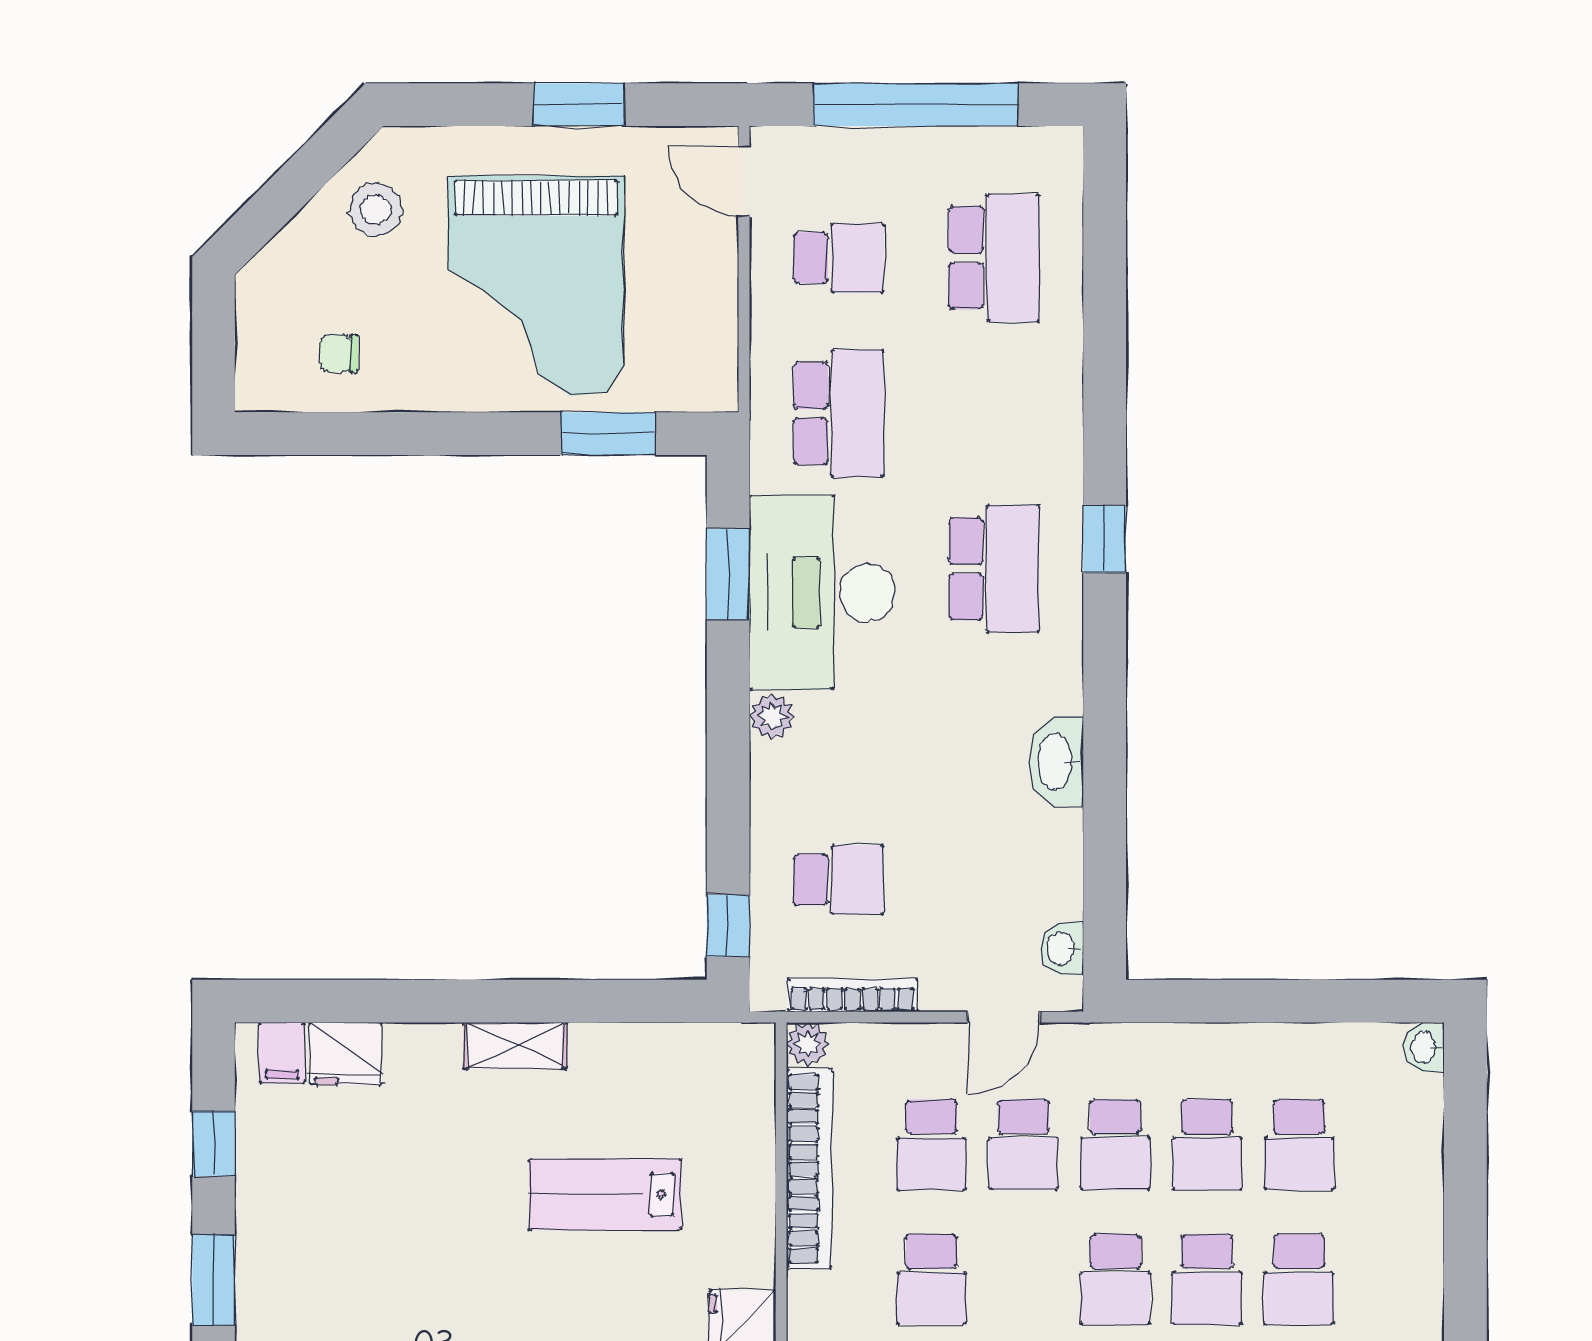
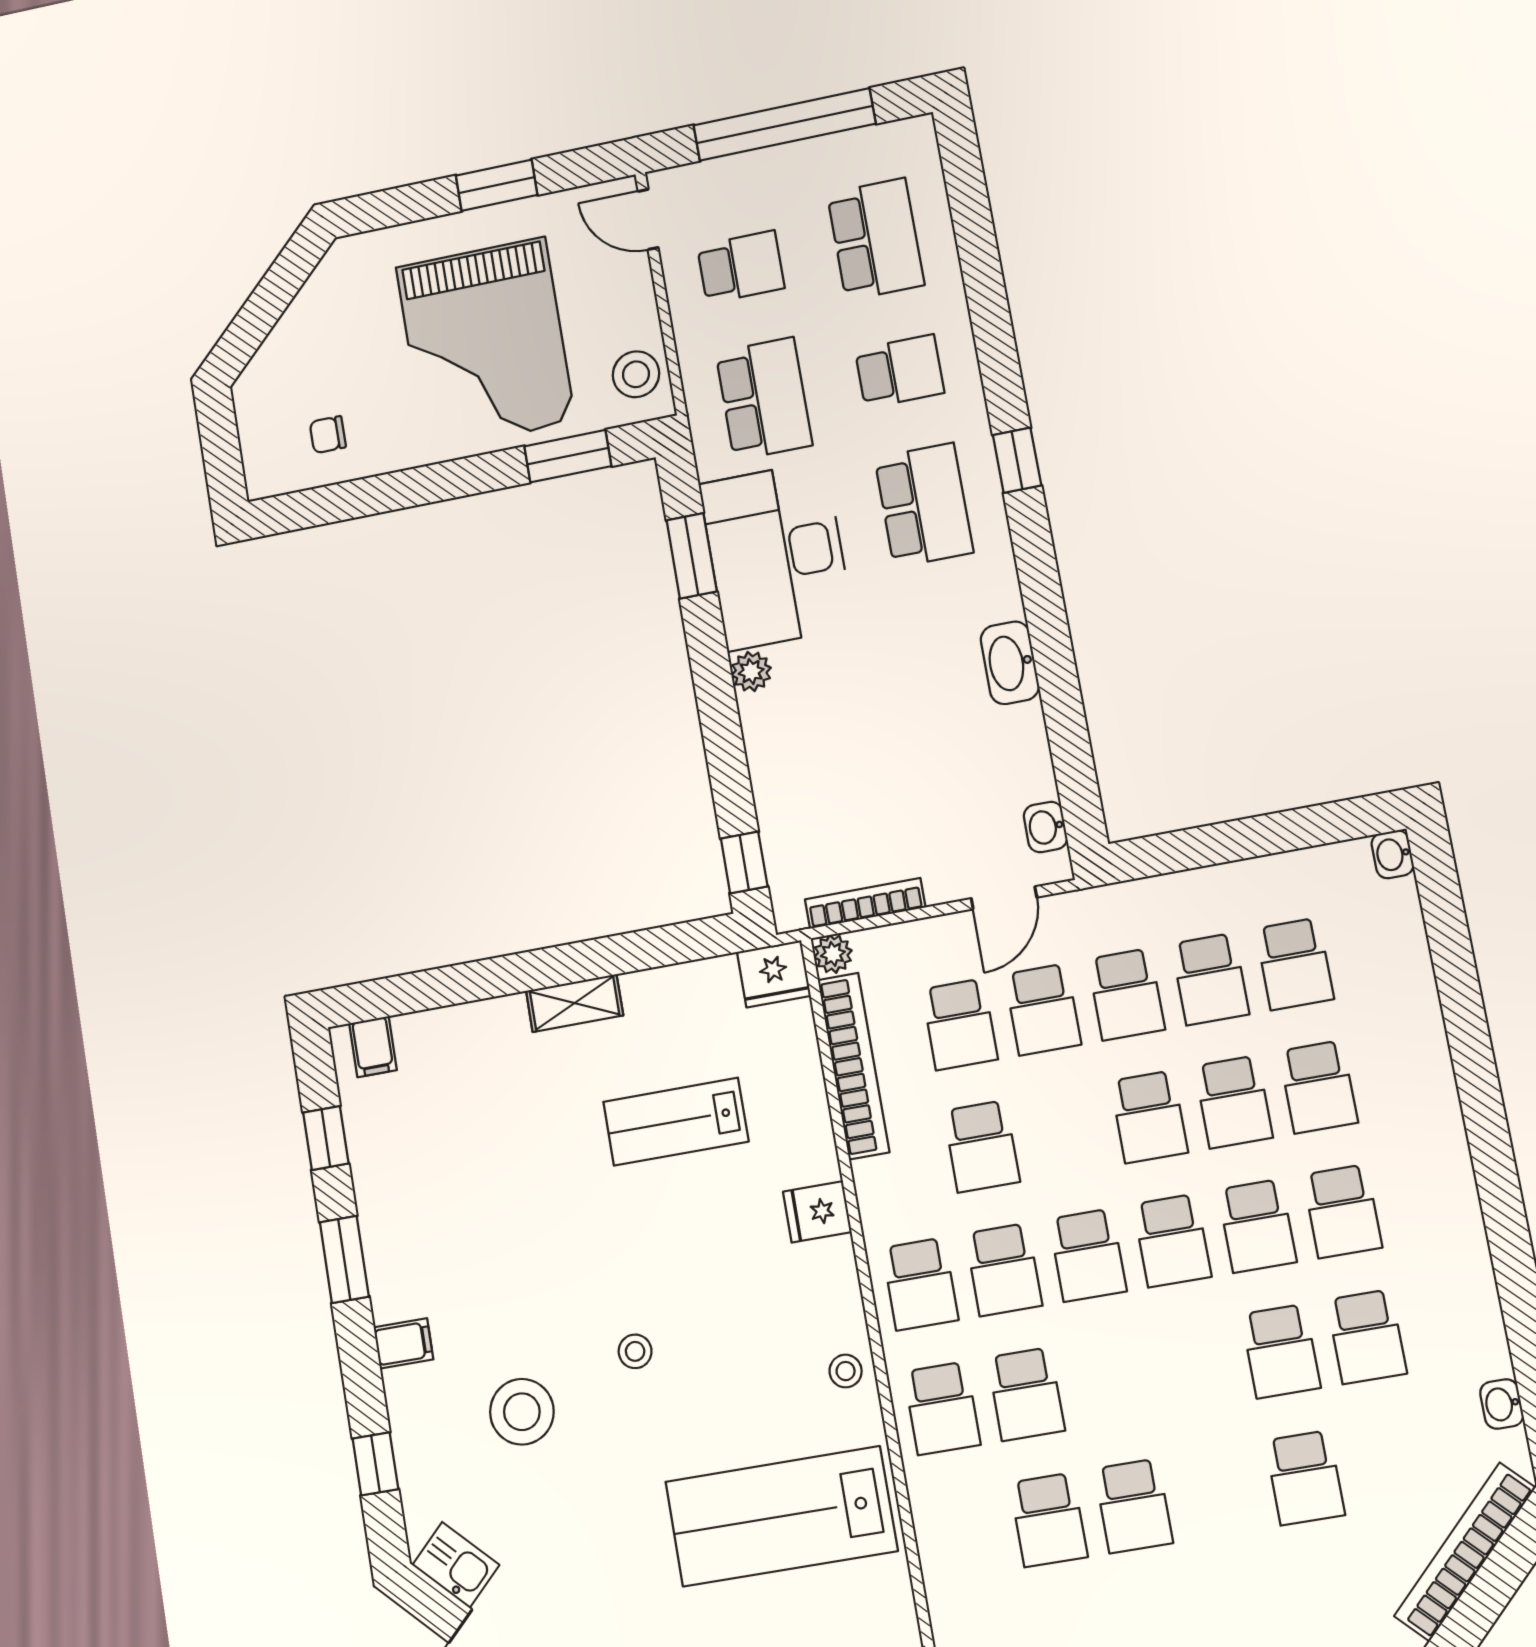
stool: (376, 210) -> (636, 374), moved
school desk: (839, 880) -> (900, 371), moved
fridge: (346, 1054) -> (774, 974), moved

